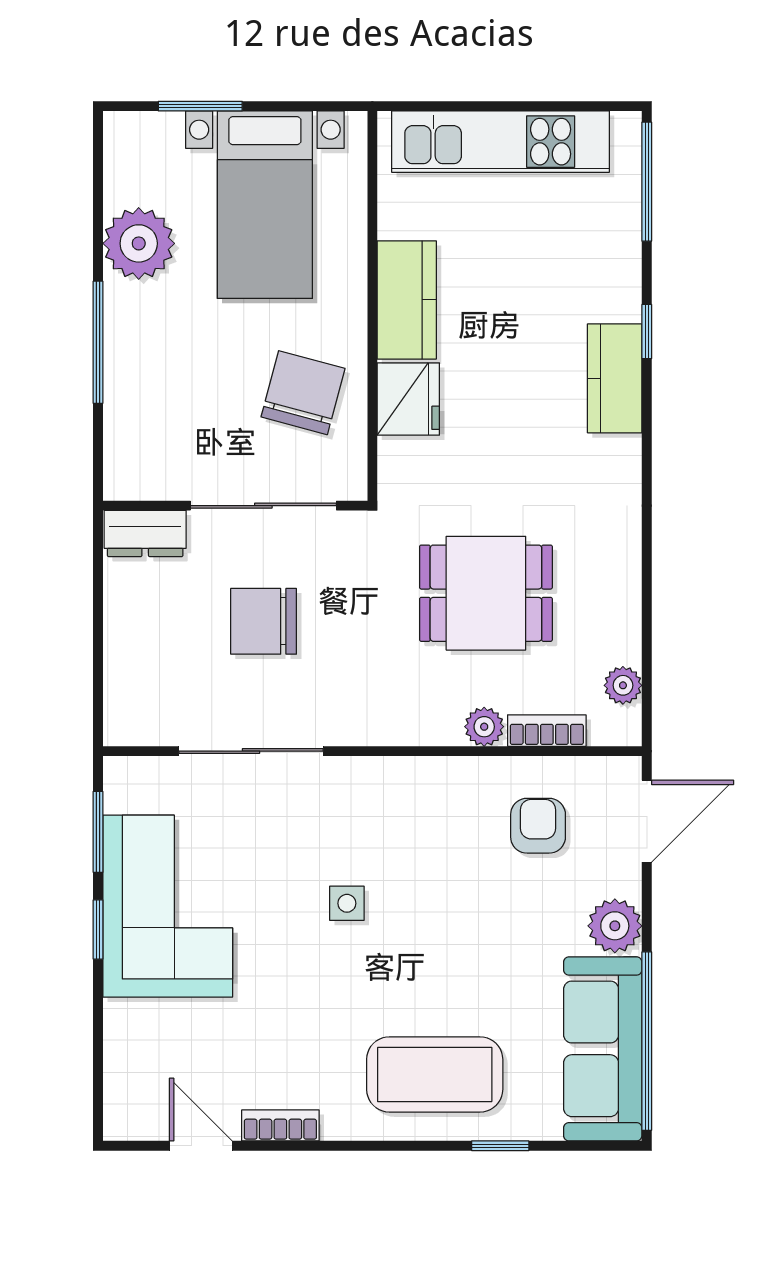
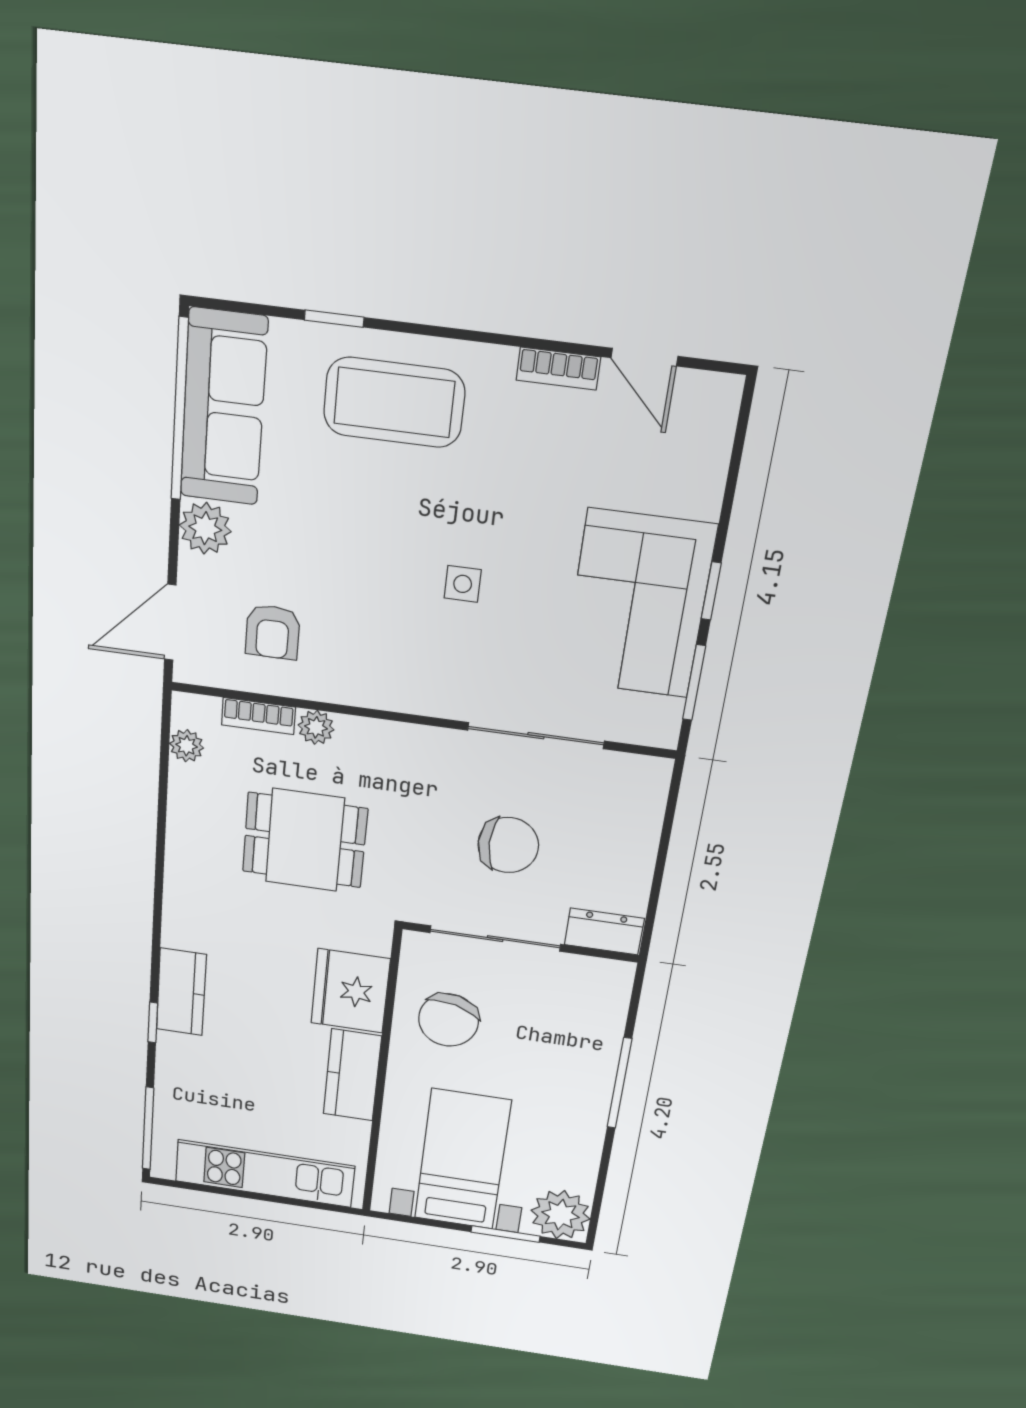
plant: (139, 243) -> (560, 1215), moved
fridge: (408, 399) -> (350, 991), width x1.36, depth x1.34

